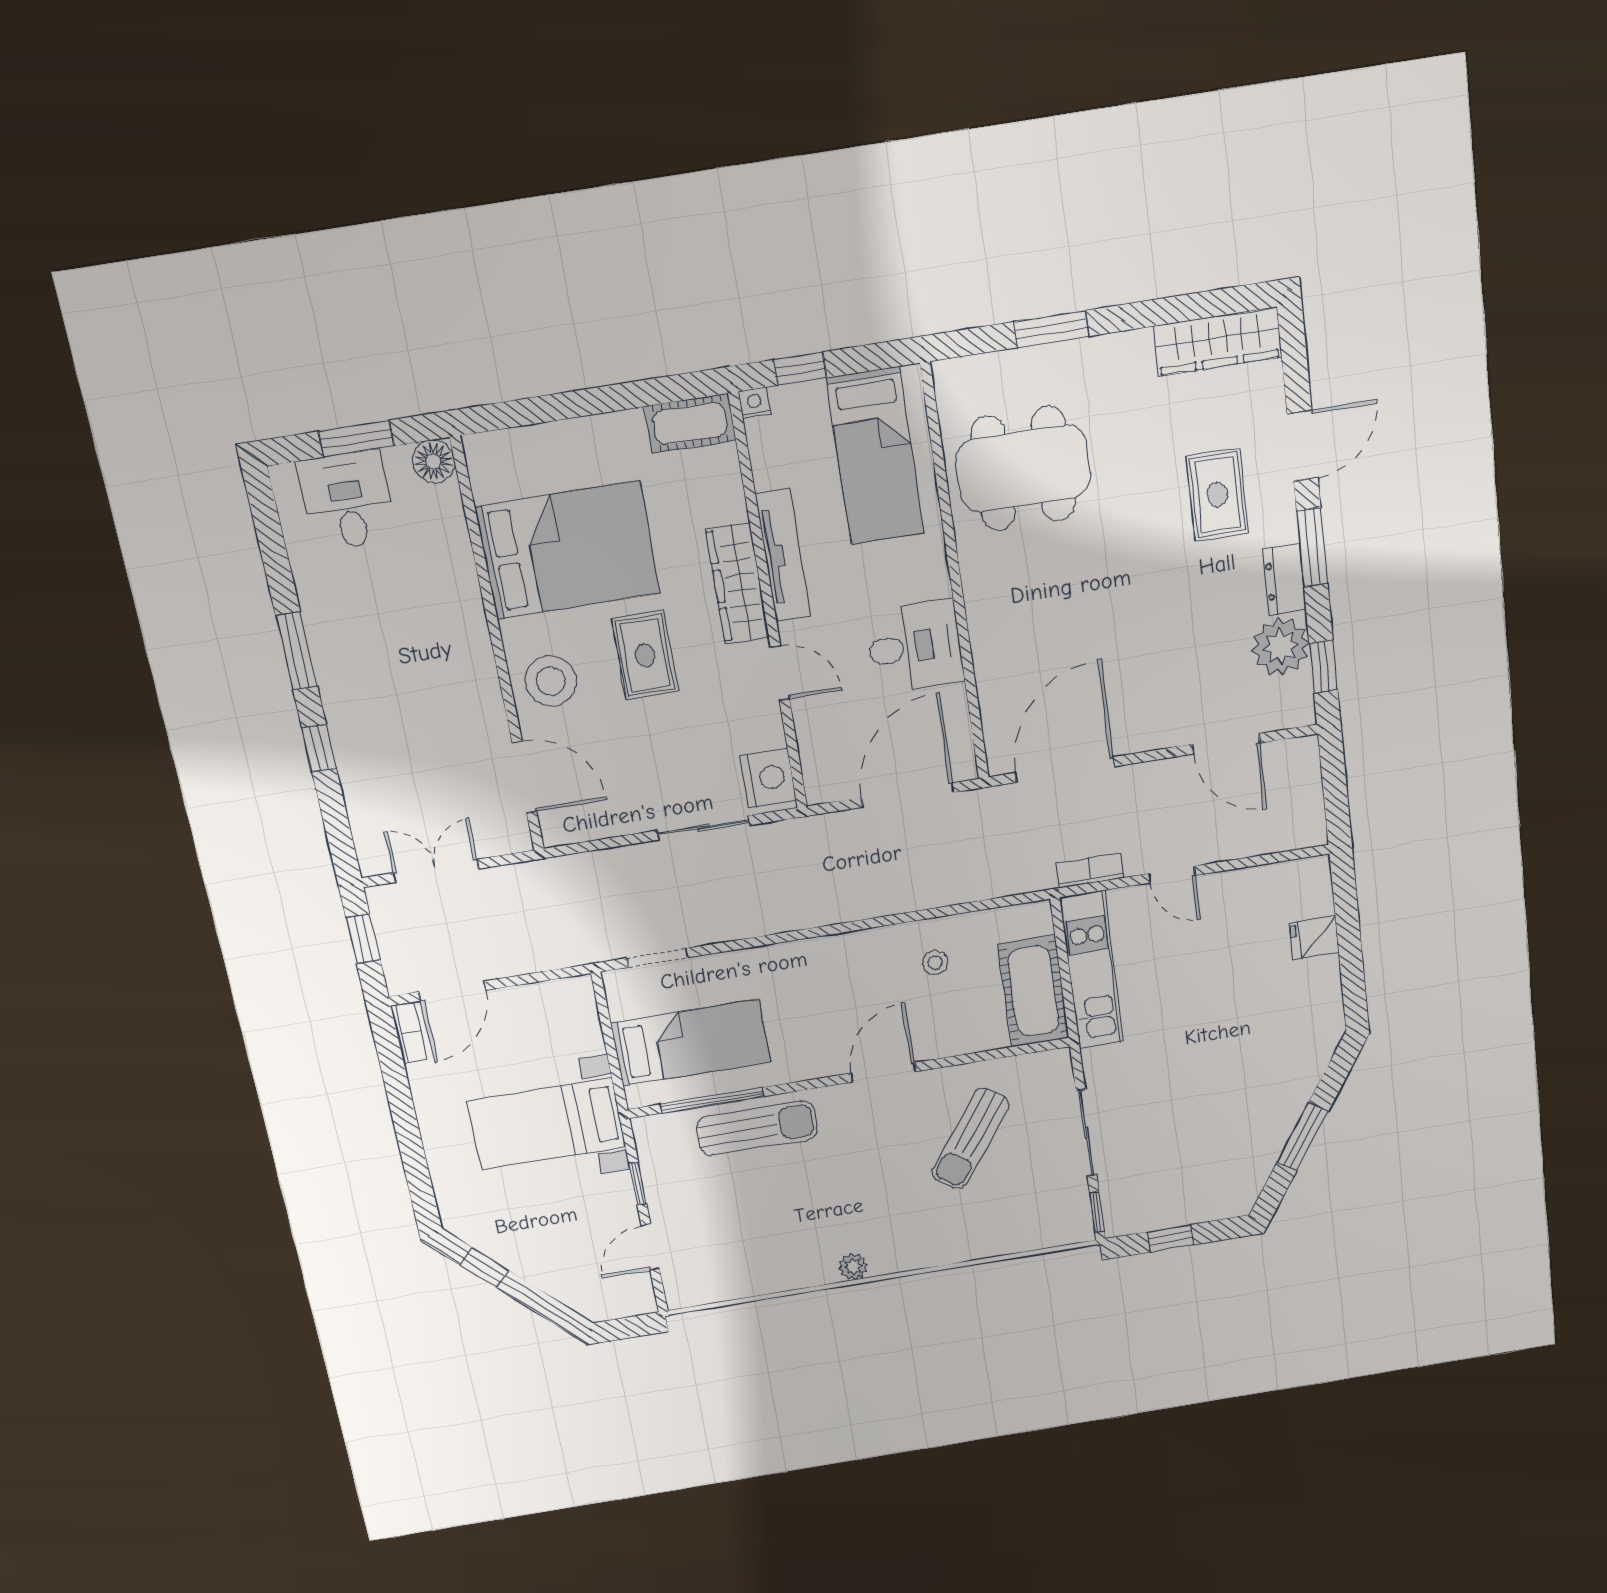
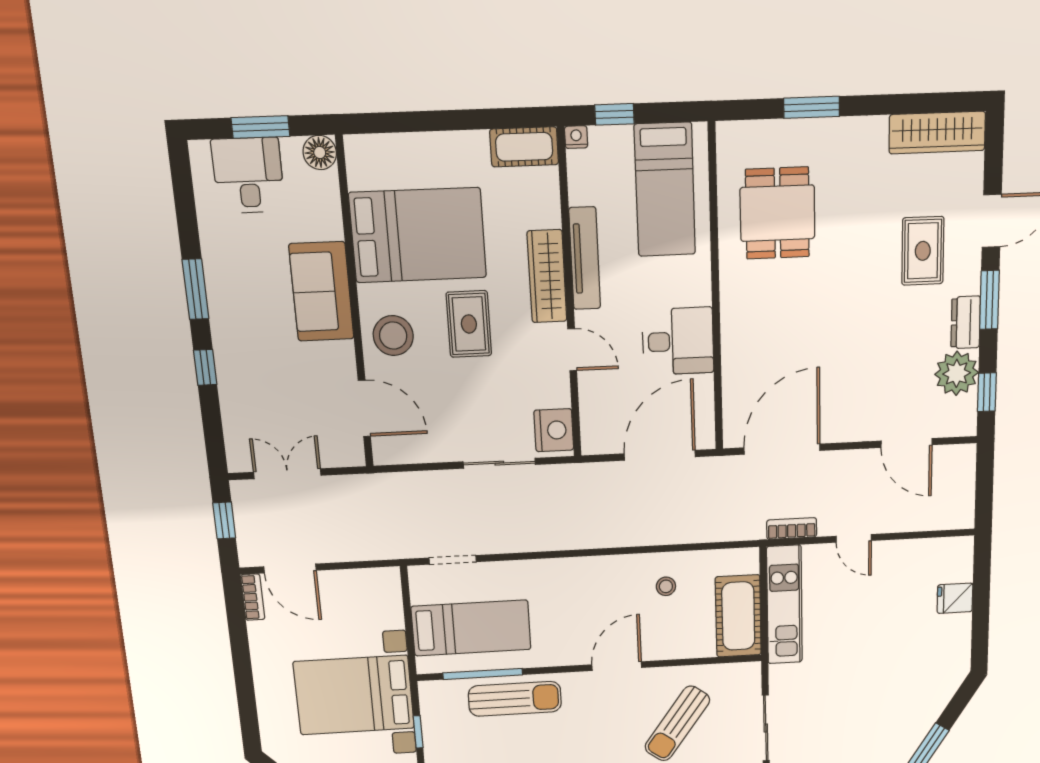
dining table: (1023, 469) -> (777, 213), width x0.73
sofa: (454, 636) -> (321, 292), added
door: (452, 991) -> (290, 568), hinge flipped
bed with nightstands: (546, 1124) -> (354, 695), width x1.36

